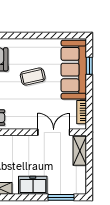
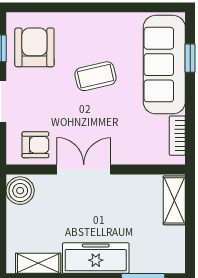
double door: (54, 132) -> (84, 169), moved
freezer: (33, 185) -> (96, 258), width x1.40

